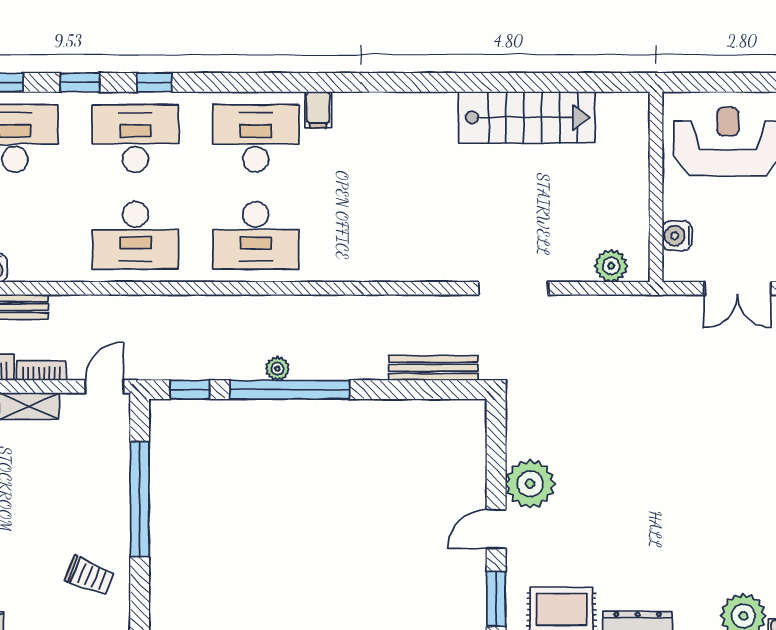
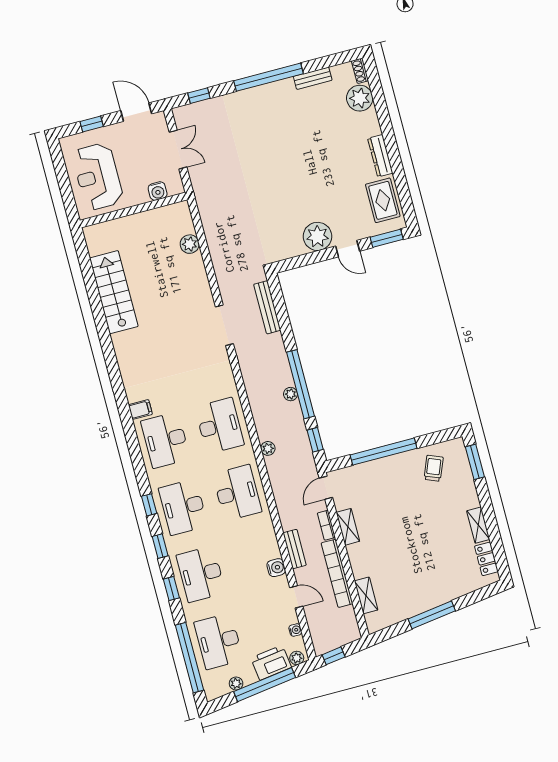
plant: (611, 266) -> (190, 244), moved
doorway: (514, 288) -> (224, 325), moved
plant: (196, 307) -> (268, 448), added
door: (104, 387) -> (326, 488), hinge flipped

